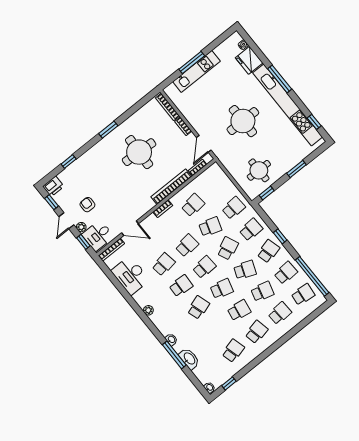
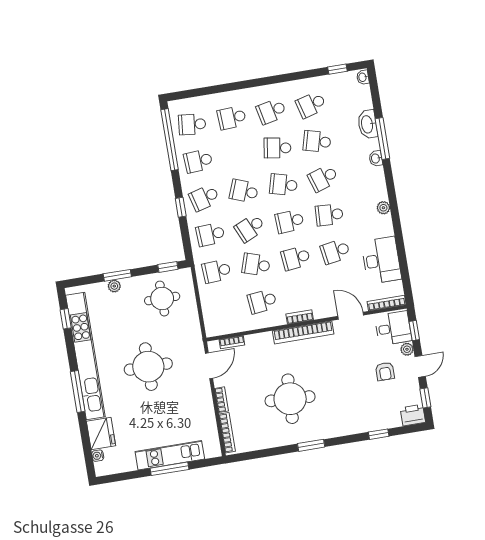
plant: (294, 161) -> (114, 286), added
bookcase: (171, 187) -> (303, 332), moved
school desk: (262, 292) -> (317, 141), moved

